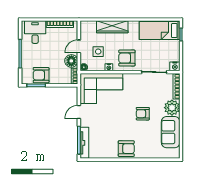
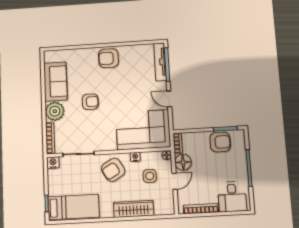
armchair: (127, 58) -> (113, 170), turned 150
door: (79, 112) -> (169, 99), swing flipped

